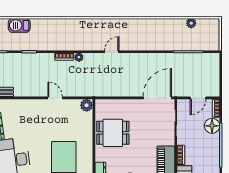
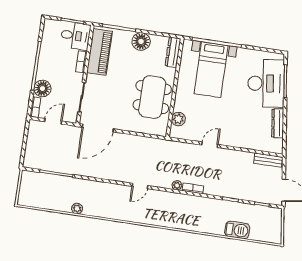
plant: (191, 23) -> (77, 209), moved
door: (55, 98) -> (210, 145), swing flipped
plant: (87, 105) -> (178, 119), moved
dining table: (113, 133) -> (152, 97), width x1.38

